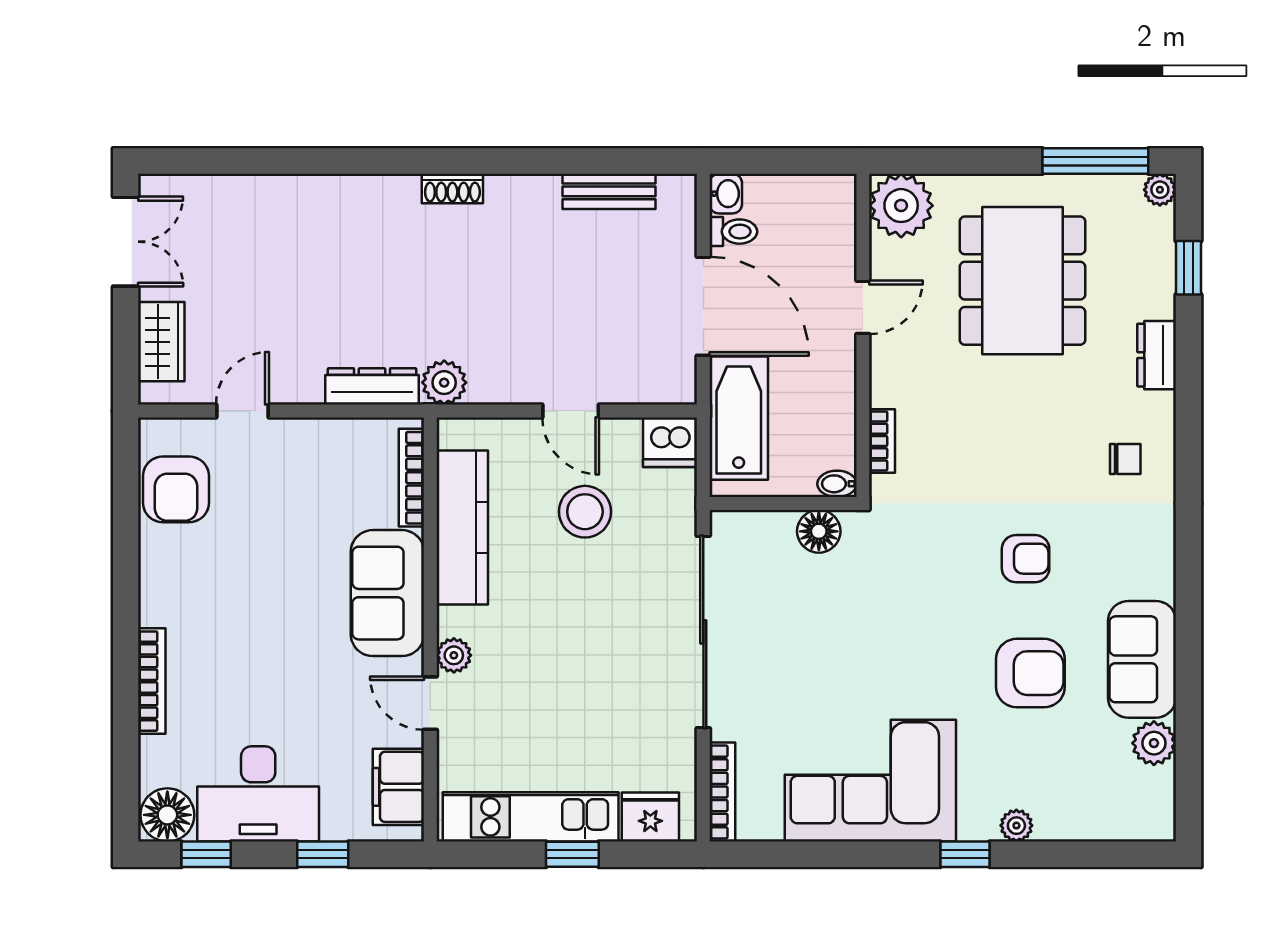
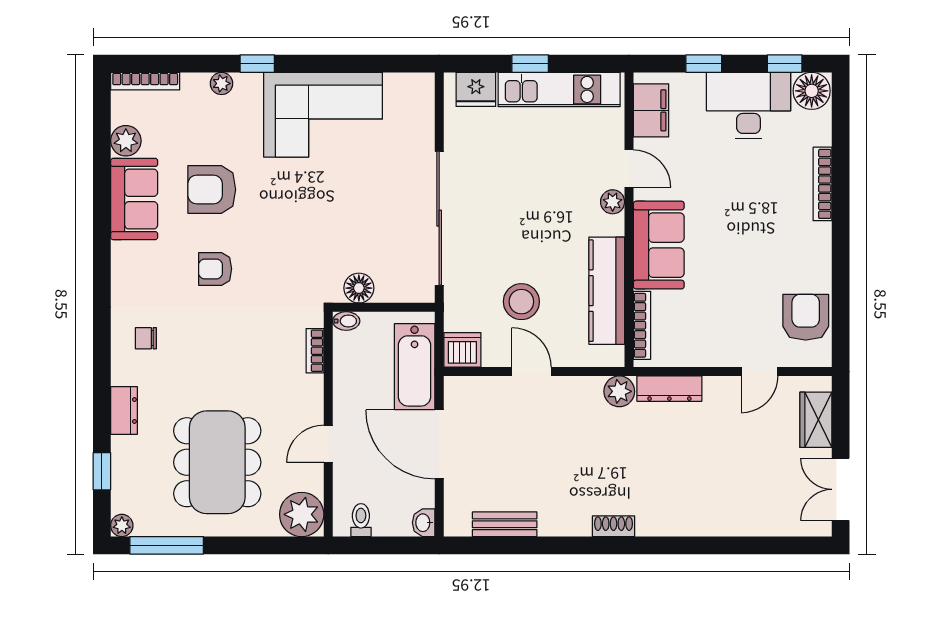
toilet: (733, 232) -> (361, 520), moved, turned 90
bookcase: (722, 792) -> (145, 81), moved, turned -90

